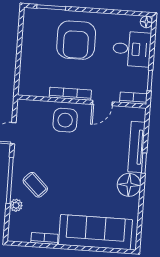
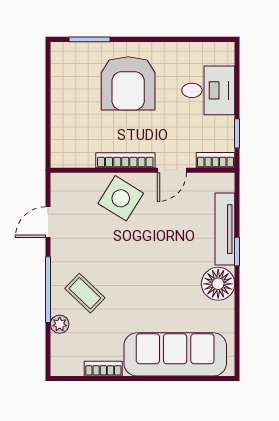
floor lamp: (146, 22) -> (226, 50), removed
side table: (65, 120) -> (121, 198), turned 32

